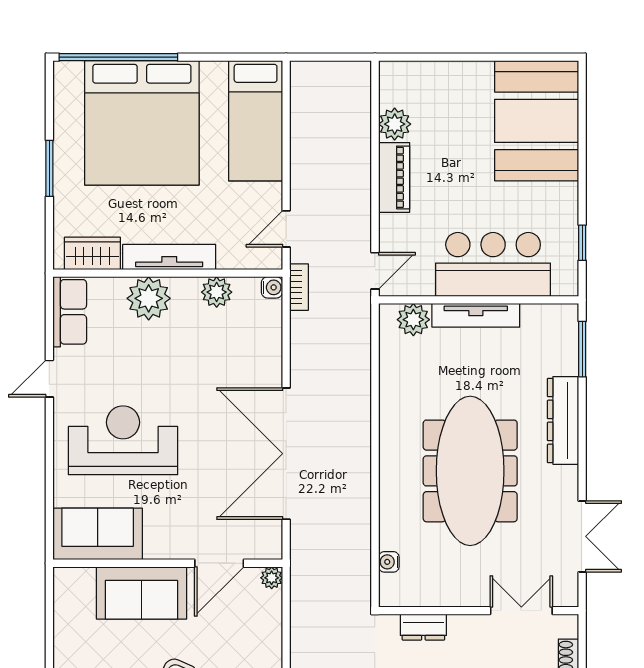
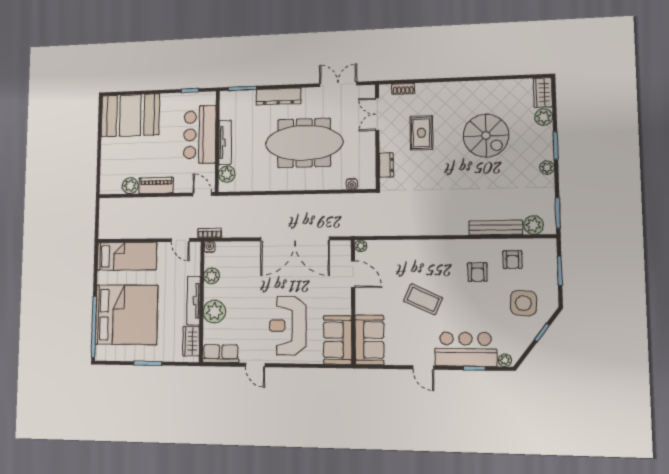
sofa: (141, 593) -> (369, 340), moved

